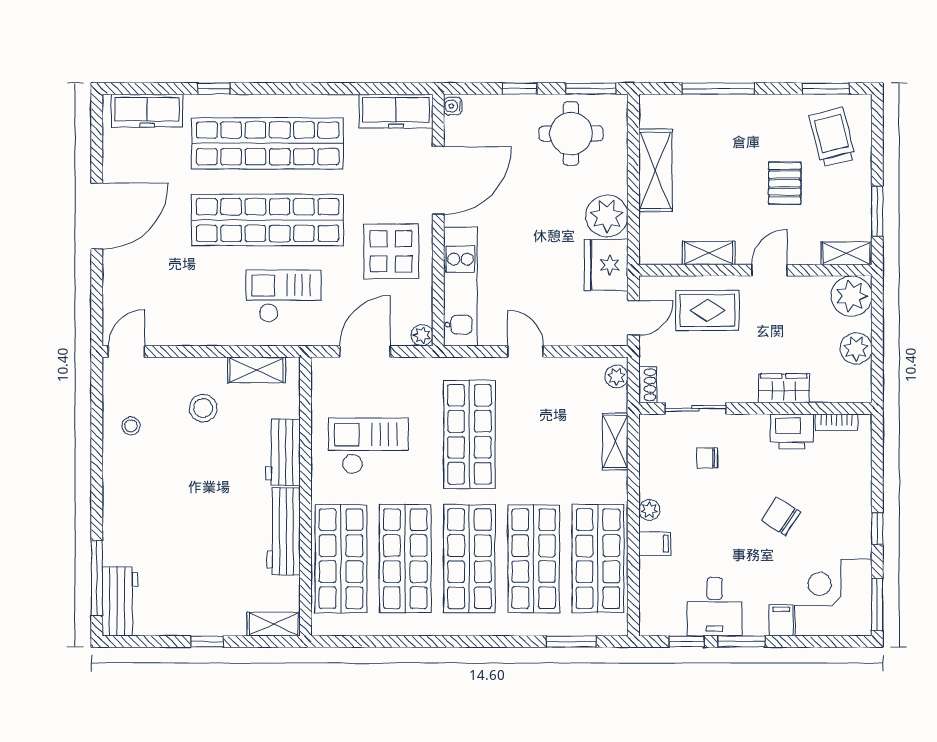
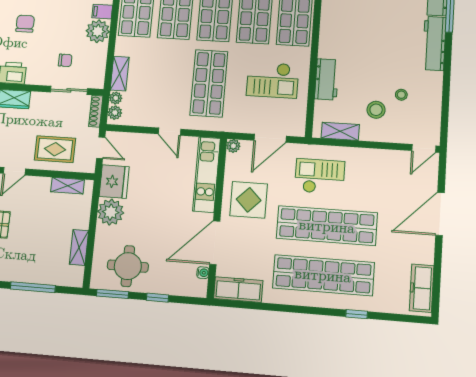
water cooler: (453, 106) -> (203, 273), moved
freezer: (147, 111) -> (422, 288), moved, turned -90
shelving: (655, 170) -> (79, 247), width x0.67, depth x0.75
door: (97, 216) -> (440, 214), moved
shelving: (709, 253) -> (68, 186), moved
checkout: (284, 296) -> (320, 176), turned 180
door: (633, 318) -> (101, 148), swing flipped
shoe rack: (648, 385) -> (96, 111), width x1.43
plant: (618, 401) -> (116, 98), added
stool: (131, 426) -> (401, 95), moved
plant: (649, 510) -> (98, 31), width x1.87, depth x1.87
chair: (781, 516) -> (25, 24), turned -123
workbench: (284, 531) -> (434, 43), moved, turned 180

